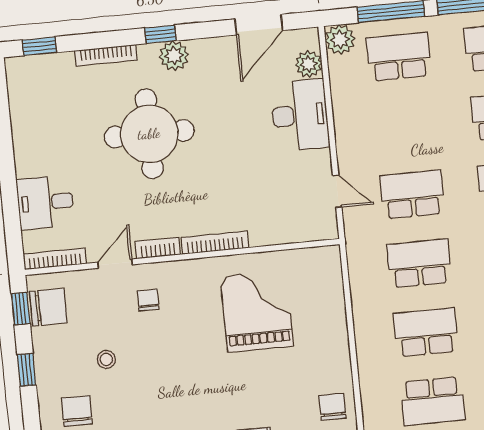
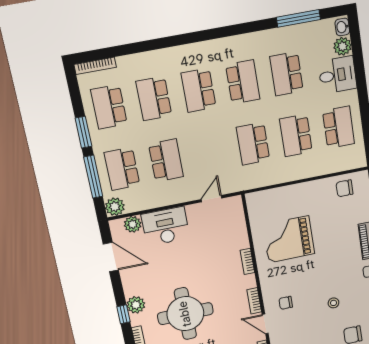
school desk: (412, 194) -> (166, 160), moved, turned 180
bookcase: (215, 243) -> (247, 261), width x0.64
stool: (106, 359) -> (333, 303), moved

